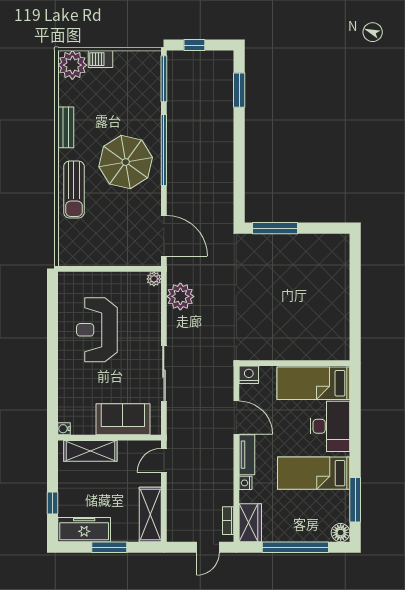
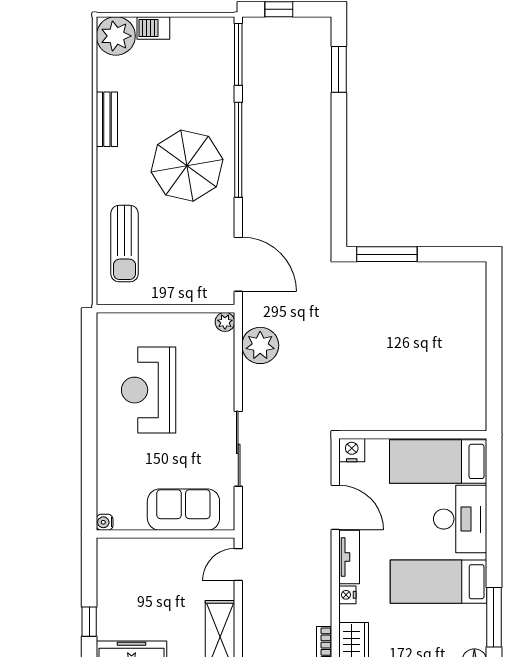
sun lounger: (74, 190) -> (124, 244), moved
shelving: (90, 451) -> (140, 552), removed

